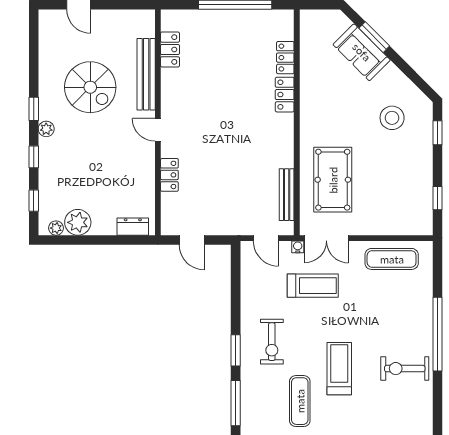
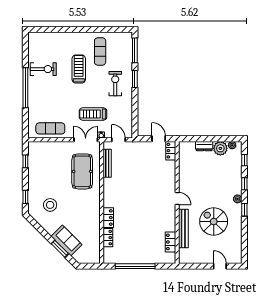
locker: (169, 175) -> (171, 151), moved
dresser: (133, 227) -> (204, 146), moved
treadmill: (339, 369) -> (79, 69), turned 180

